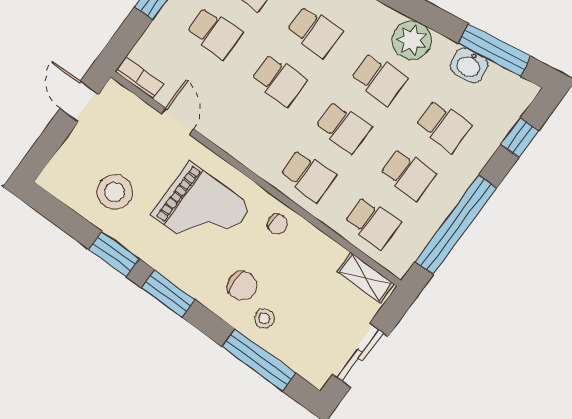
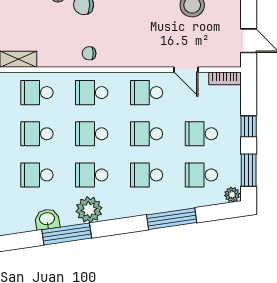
window: (495, 50) -> (67, 234), moved
school desk: (244, 128) -> (147, 93), added
grand piano: (201, 210) -> (137, 30), removed

